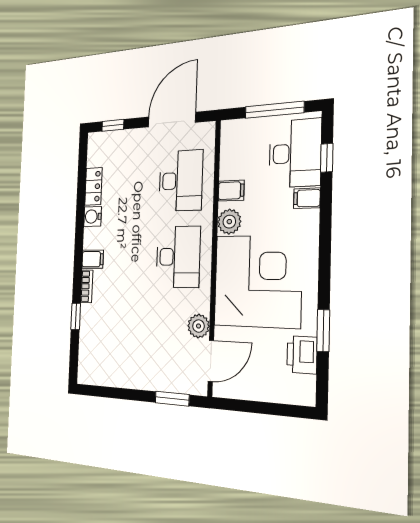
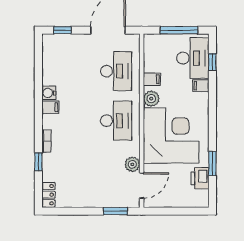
locker: (93, 186) -> (49, 195), moved
filing cabinet: (93, 259) -> (50, 107), moved

